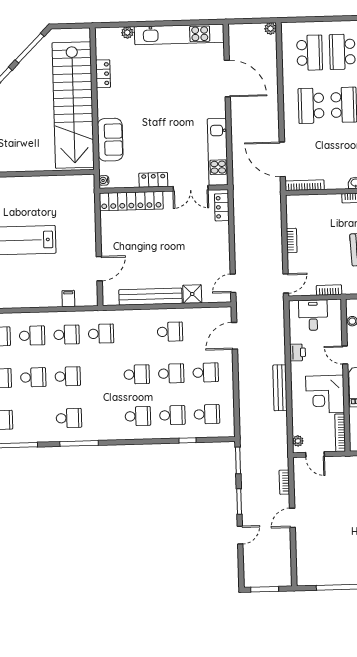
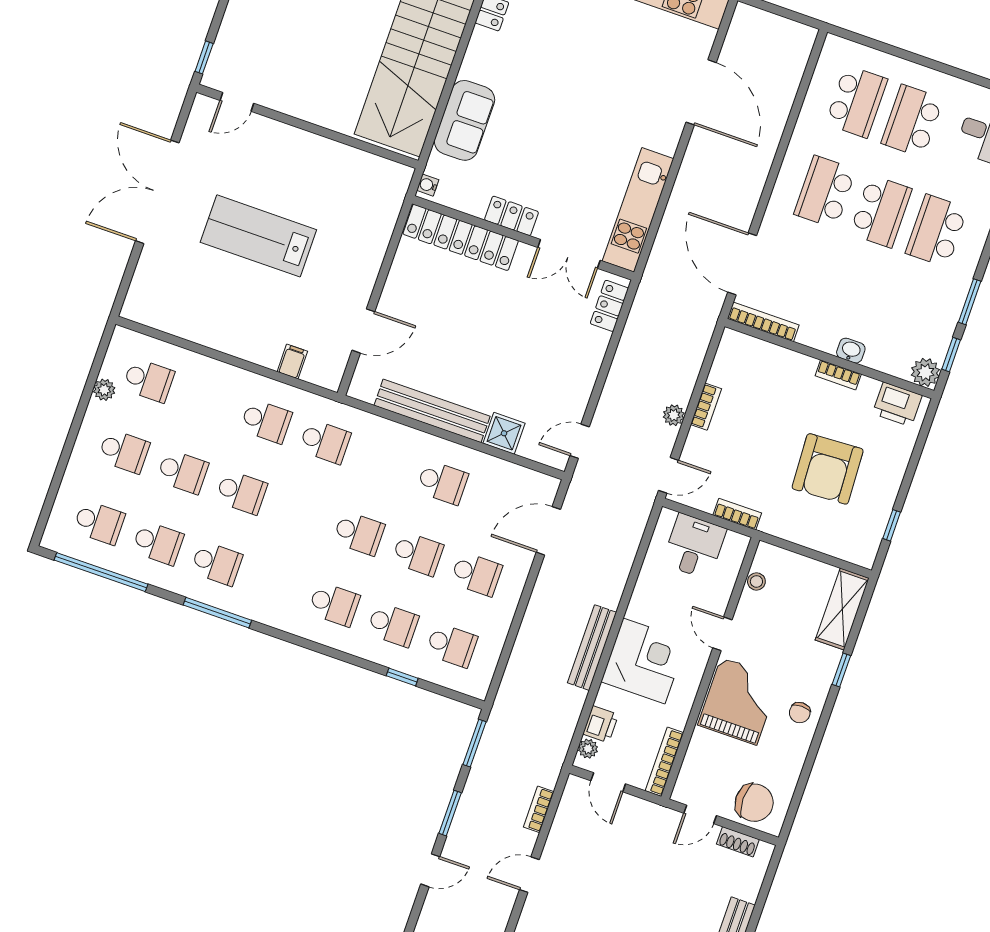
plant: (270, 29) -> (674, 415), moved
school desk: (32, 336) -> (158, 543), moved
printer: (298, 352) -> (601, 724), moved
corner desk: (325, 394) -> (644, 661), moved, turned 180

